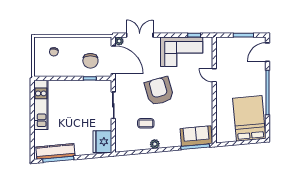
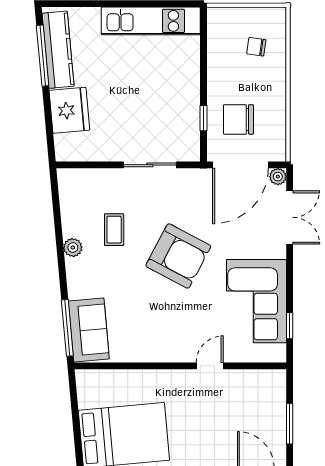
armchair: (159, 91) -> (178, 256), turned 44
fridge: (102, 142) -> (69, 110), moved, turned 85

